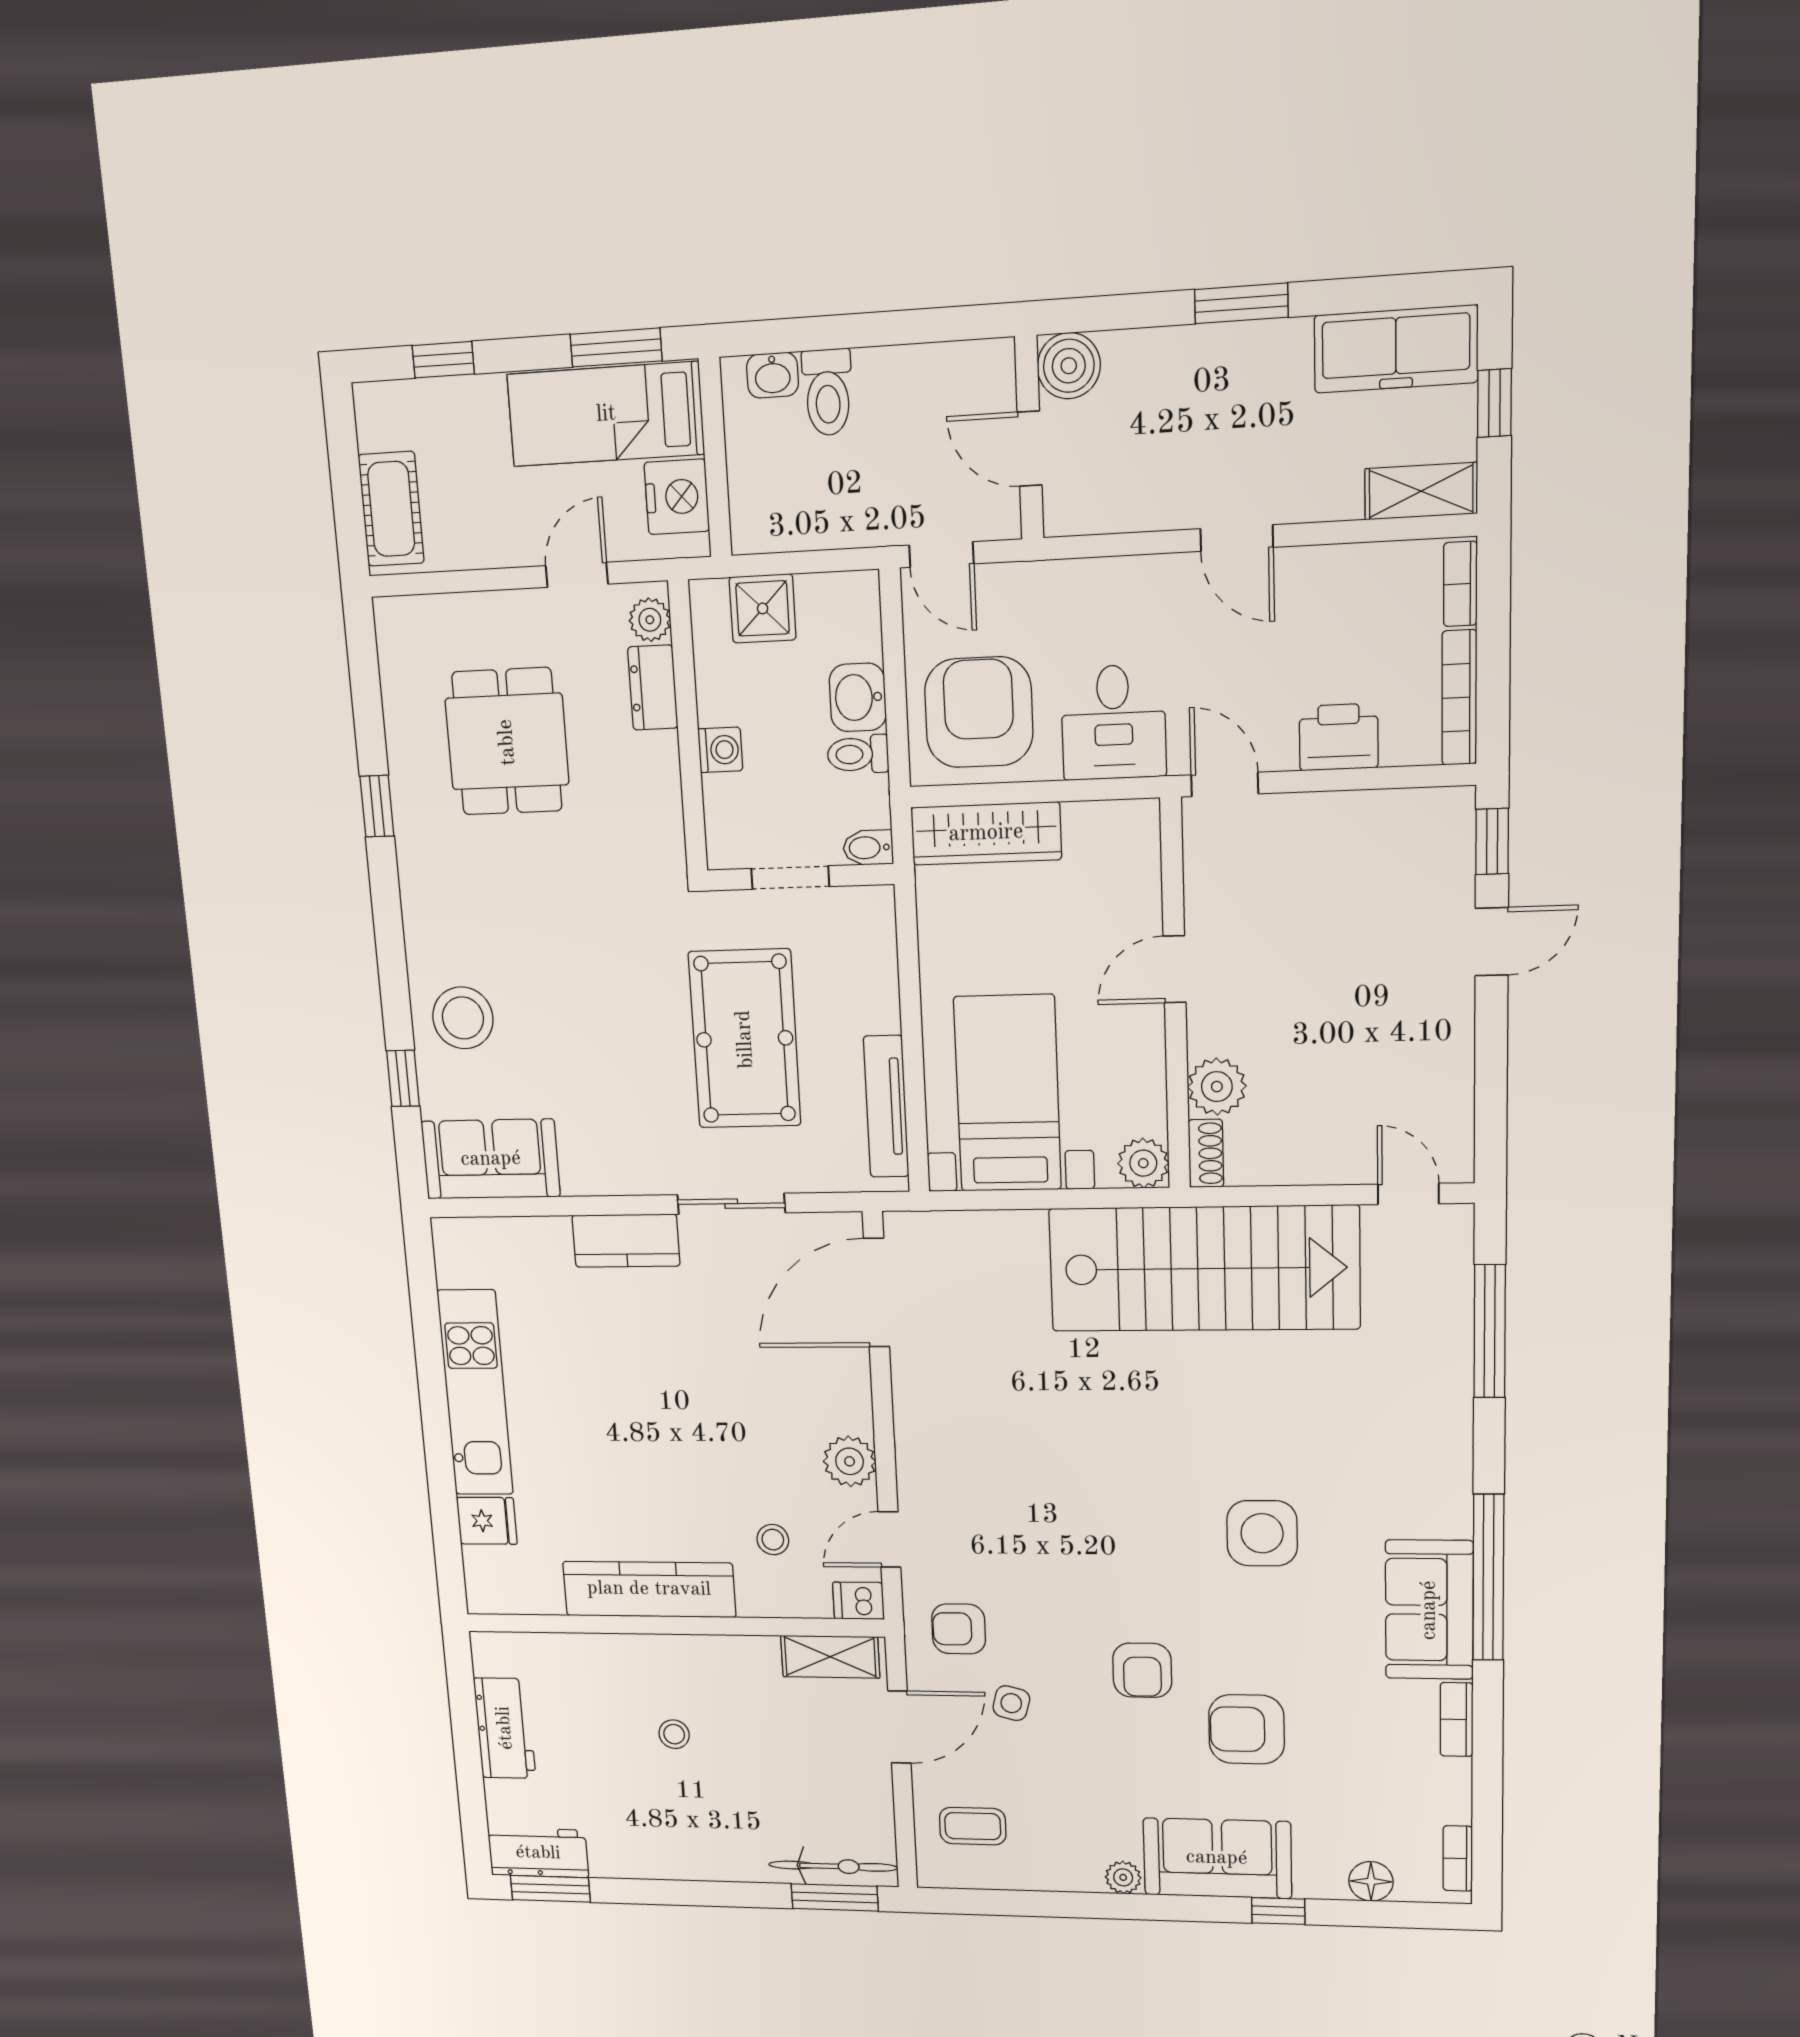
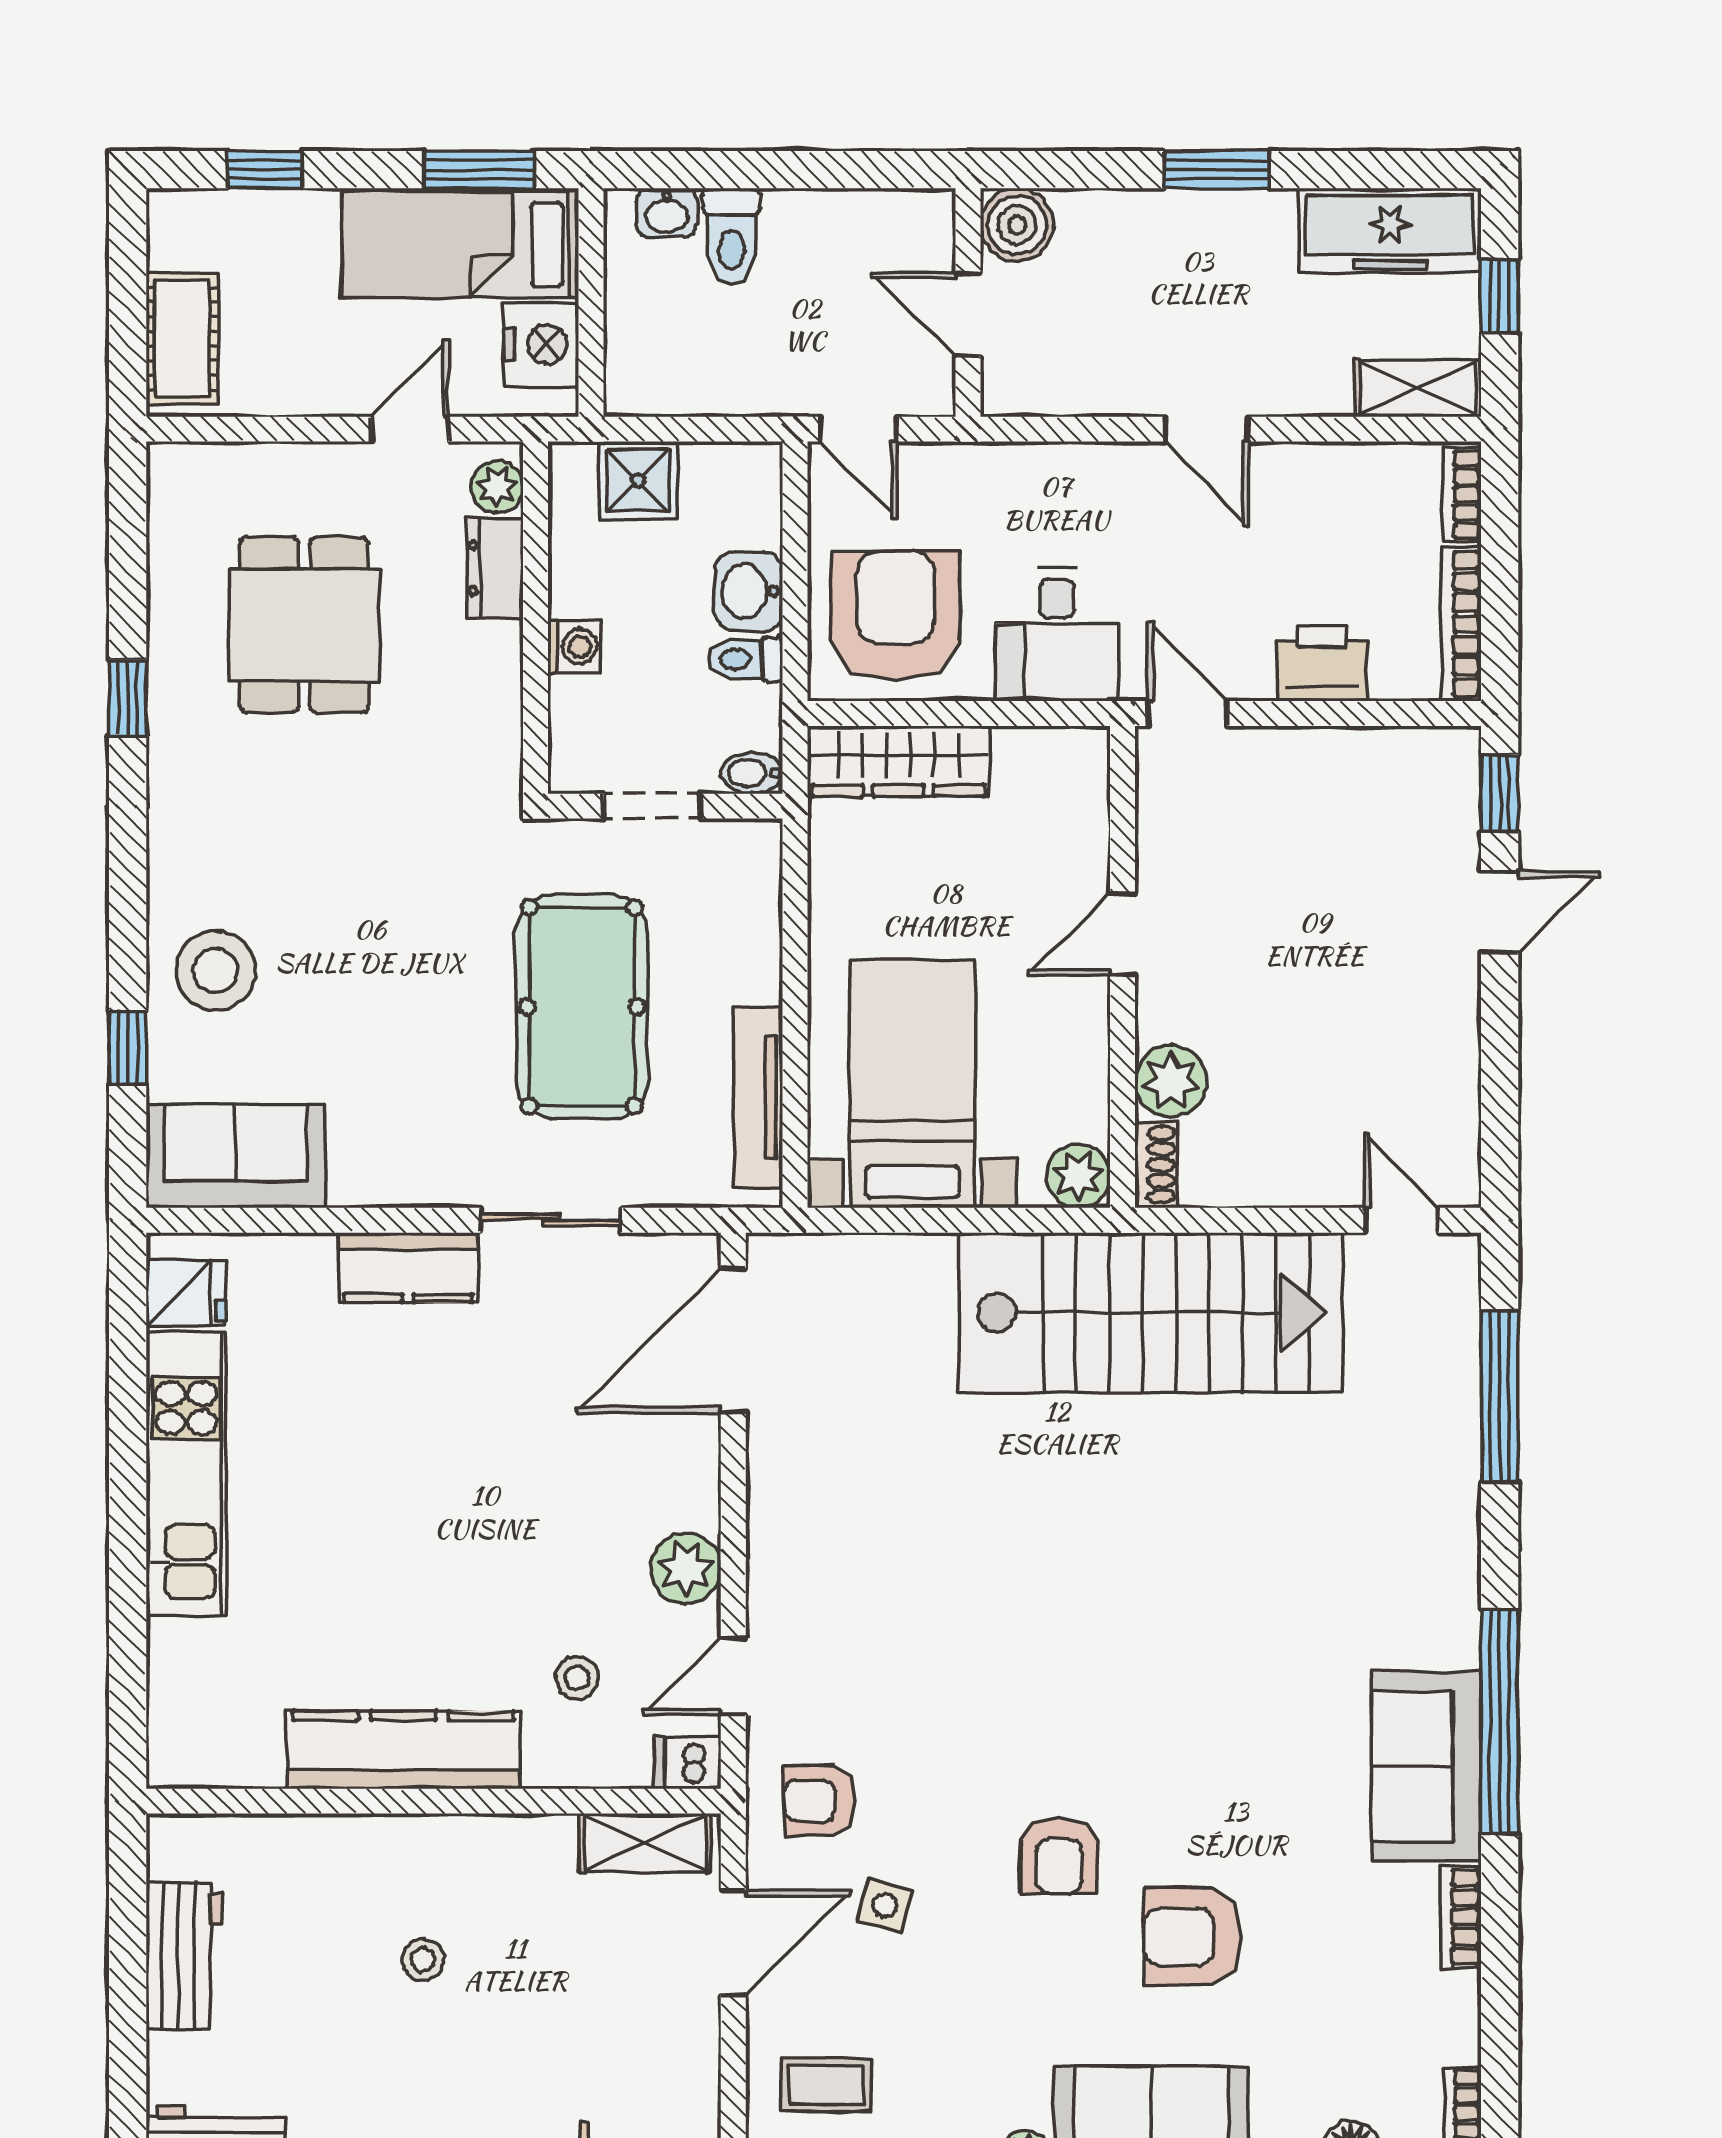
fridge: (487, 1521) -> (186, 1293), moved
side table: (1262, 1533) -> (1217, 1664), removed

